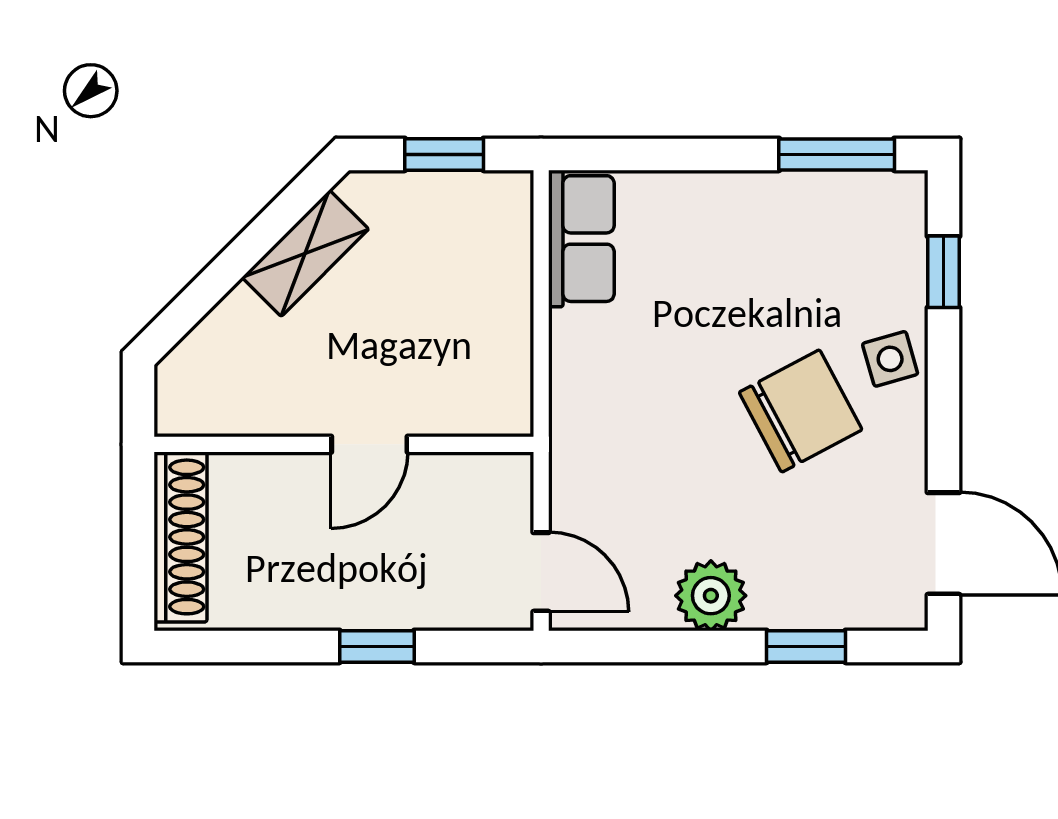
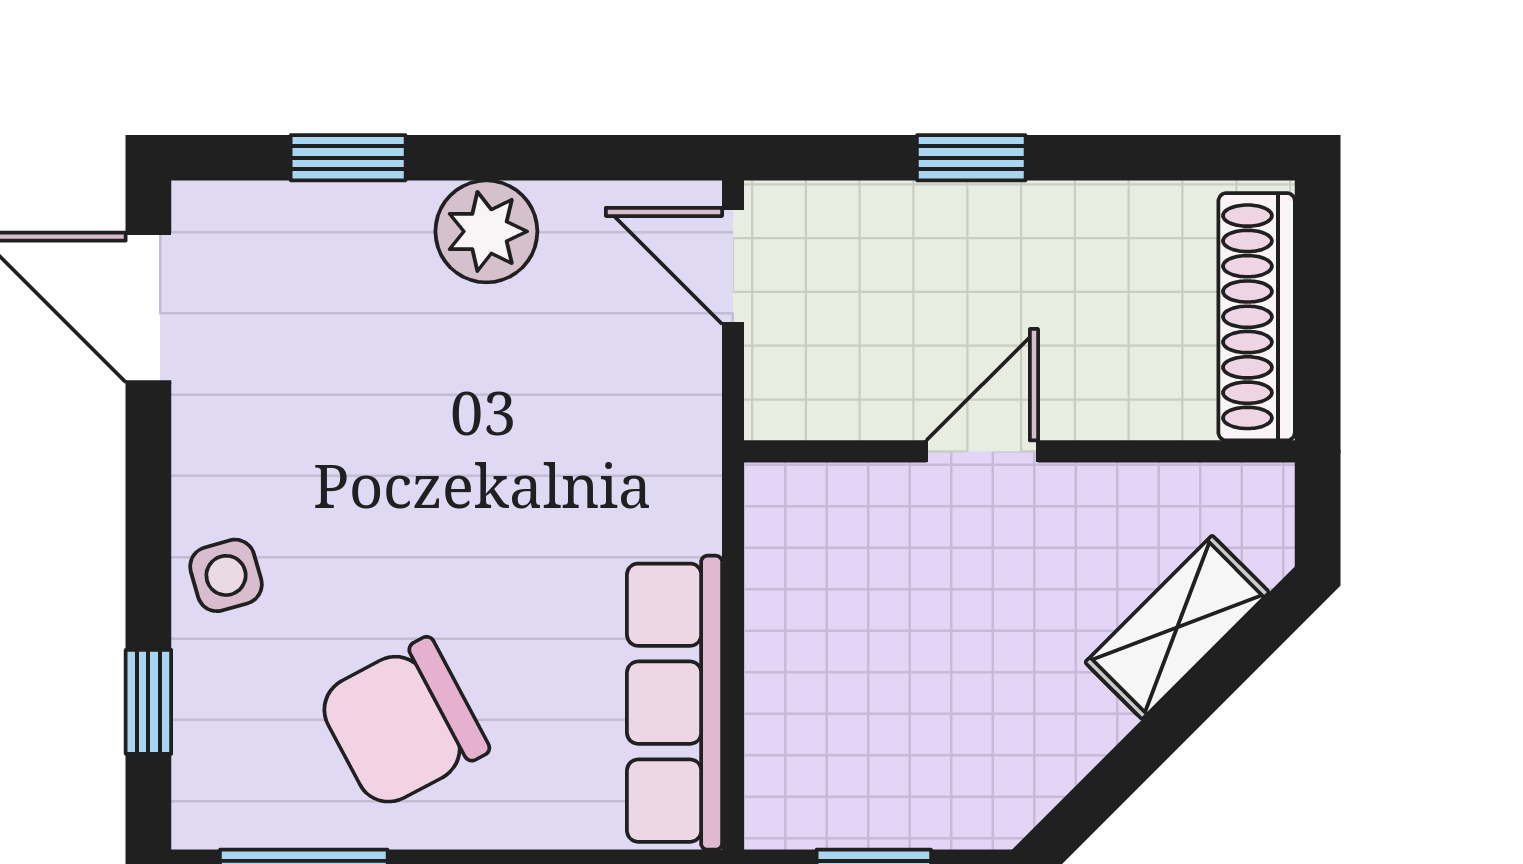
row of seats: (581, 239) -> (675, 703), width x1.48
shelving: (305, 253) -> (1177, 627), moved
chair: (801, 411) -> (403, 724), moved

